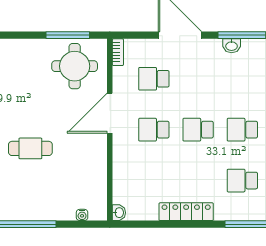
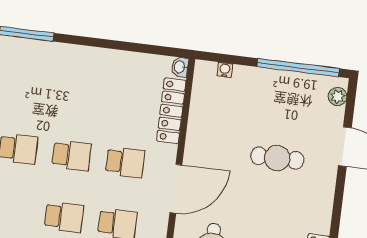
school desk: (242, 181) -> (64, 217), moved
locker: (186, 212) -> (171, 111), moved, turned 90

